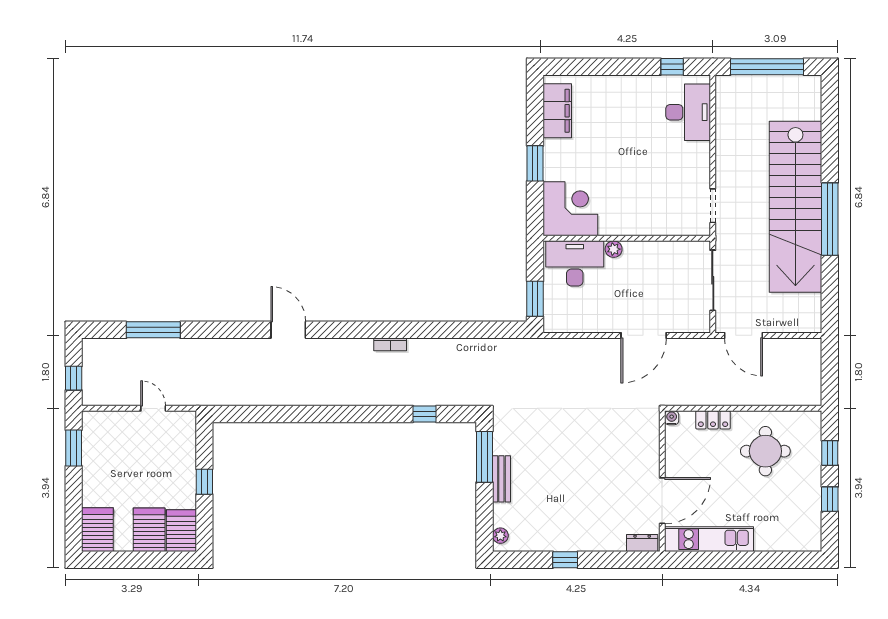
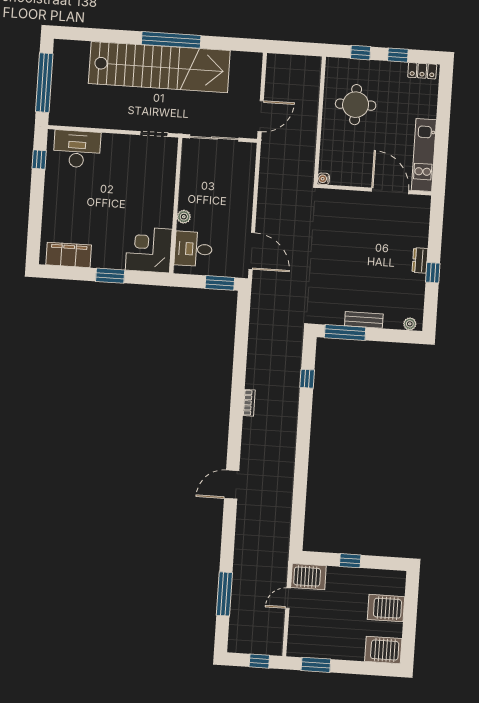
desk: (575, 263) -> (193, 249), width x0.73
door: (644, 335) -> (252, 251), moved
locker: (713, 420) -> (422, 71), moved, turned 90
server rack: (181, 531) -> (308, 577), moved, turned 180
dresser: (642, 543) -> (420, 260), moved

